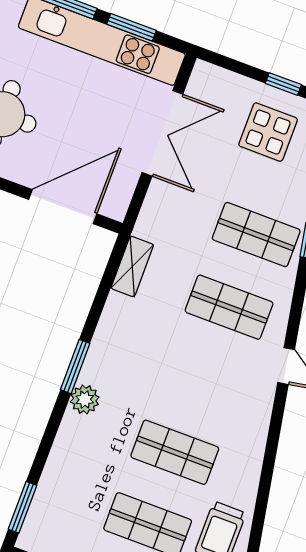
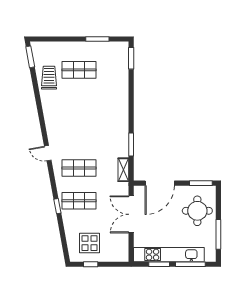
double door: (162, 133) -> (131, 214), moved
window: (75, 367) -> (131, 145), moved
plant: (85, 400) -> (122, 110), removed
shop shelf: (175, 452) -> (79, 103), removed

